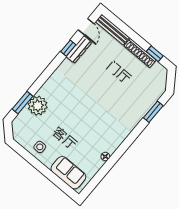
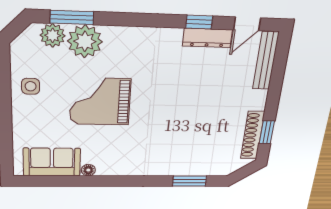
shoe rack: (140, 53) -> (253, 135), moved
plant: (24, 117) -> (53, 35), added
grand piano: (72, 122) -> (100, 102), added
sofa: (68, 173) -> (52, 162), moved, turned -90

